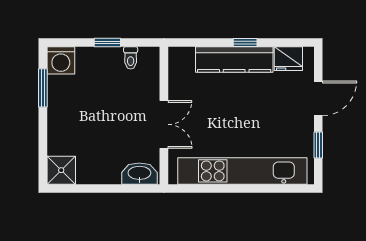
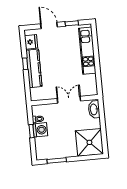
washing machine: (61, 60) -> (40, 130), moved
shower: (61, 170) -> (89, 142), width x1.86, depth x1.86
kitchen unit: (242, 171) -> (87, 51), width x0.73

